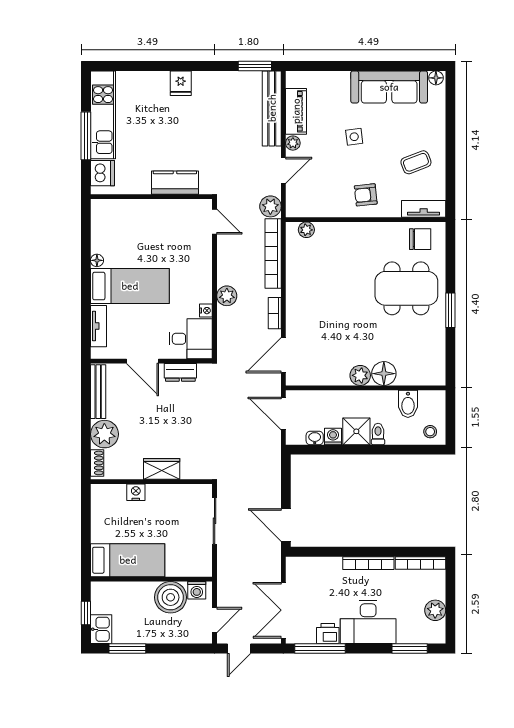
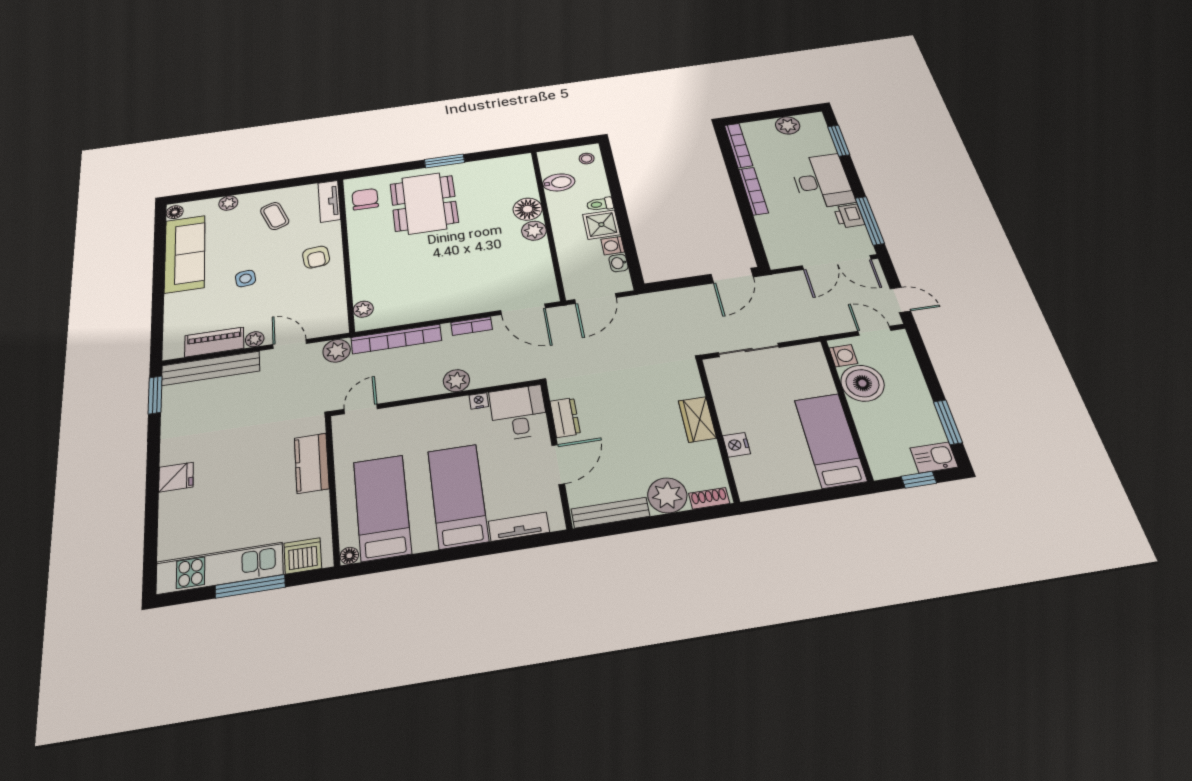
plant: (438, 123) -> (228, 203), added
bed: (130, 231) -> (382, 507), added
floor lamp: (97, 260) -> (349, 556), moved

